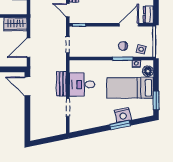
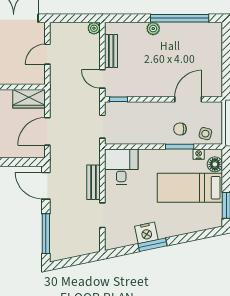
dresser: (148, 14) -> (216, 85), removed
desk: (82, 84) -> (121, 167), moved, turned 90
nightstand: (123, 115) -> (146, 233), moved
window: (27, 121) -> (46, 234), added
window: (120, 125) -> (153, 245), moved

